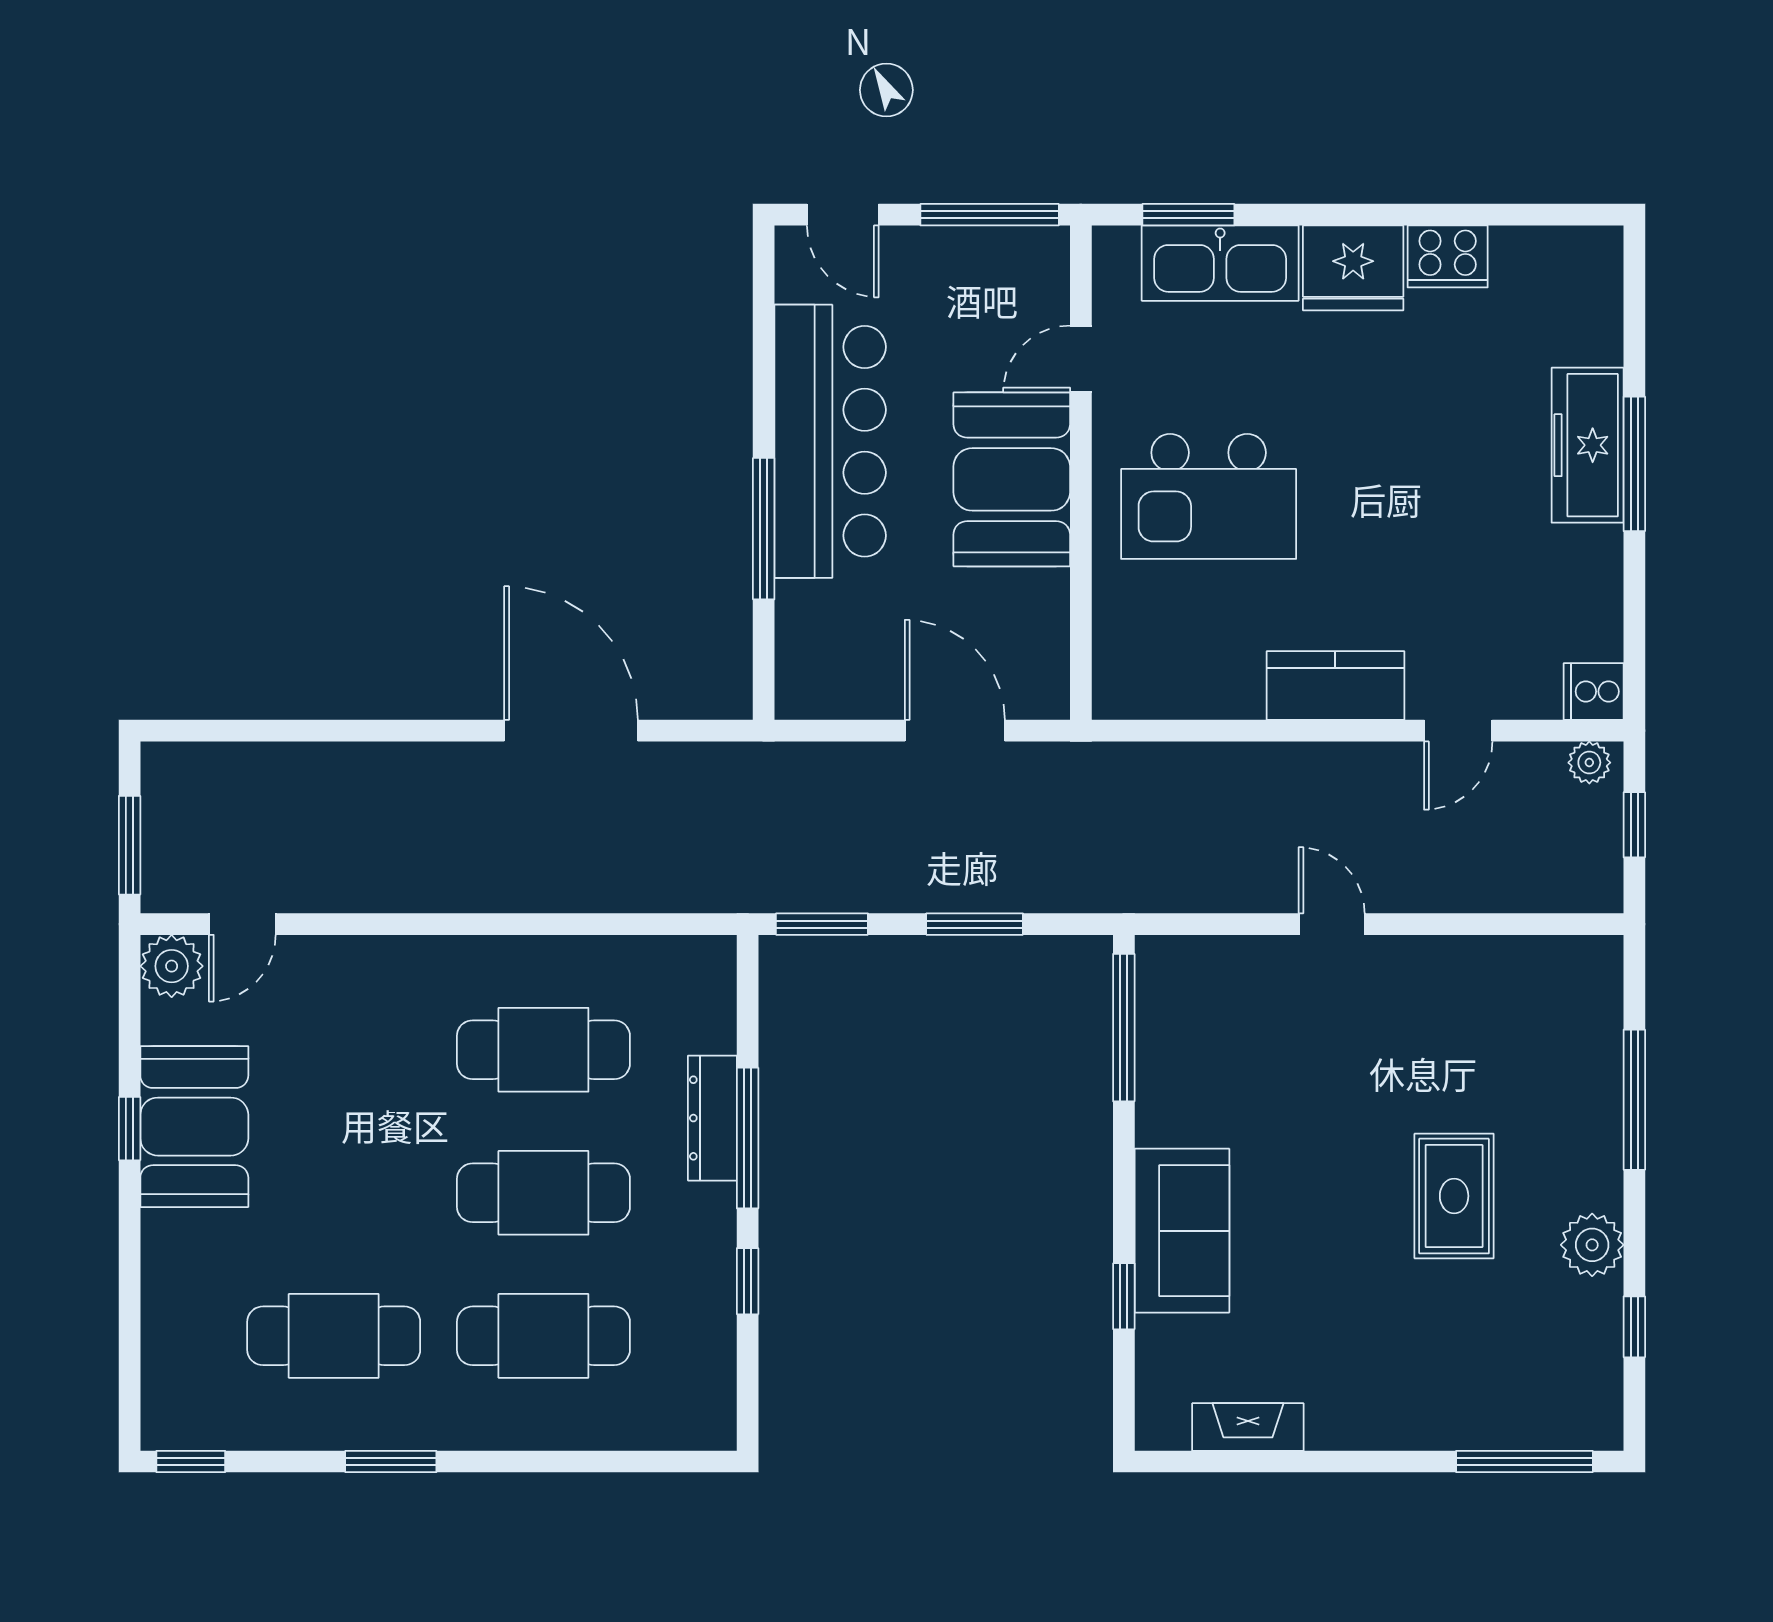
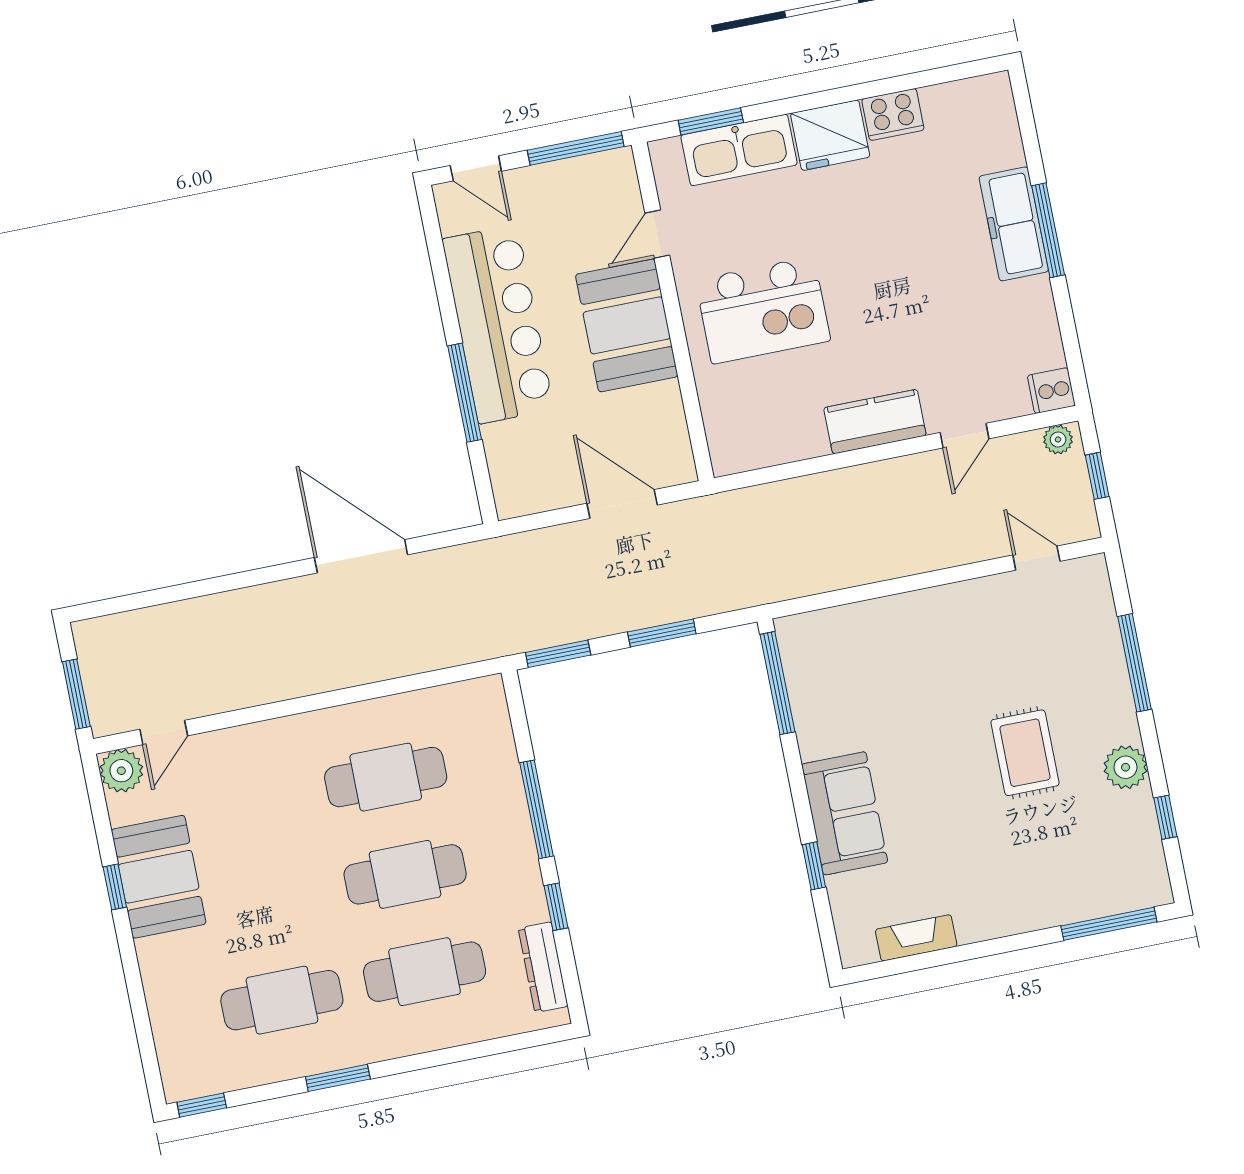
door: (1332, 924) -> (1036, 558), moved
dresser: (712, 1118) -> (543, 967), moved

